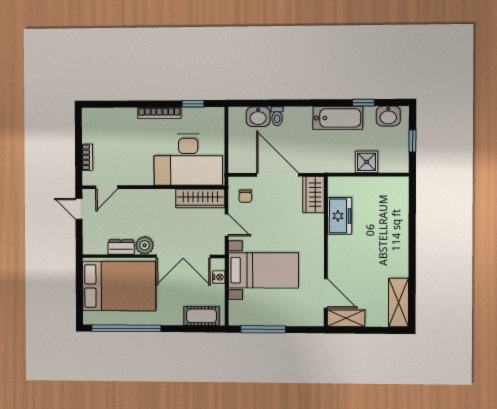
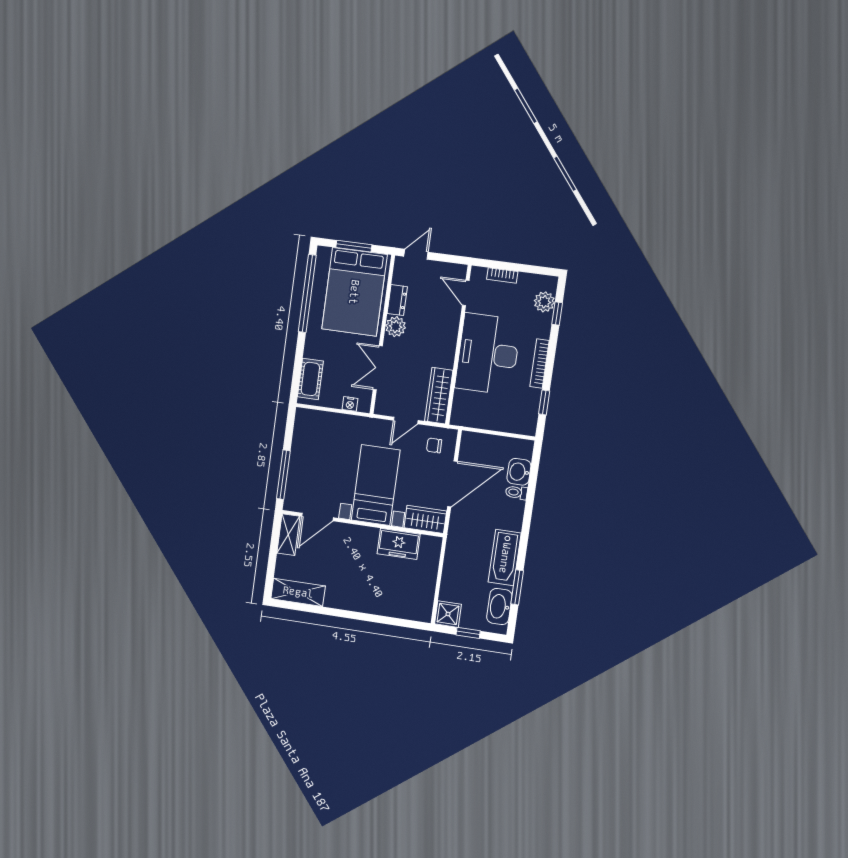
window: (363, 103) -> (517, 587), width x1.50
window: (114, 104) -> (557, 314), added
washbasin: (388, 116) -> (499, 607), width x1.38
plant: (105, 117) -> (544, 302), added
desk: (188, 160) -> (488, 354), moved
shower: (367, 162) -> (448, 614), moved
door: (79, 209) -> (416, 254), moved
double door: (183, 256) -> (378, 368), width x0.73
bed with nightstands: (263, 270) -> (376, 485), moved, turned 180
window: (79, 292) -> (354, 246), added
window: (263, 329) -> (283, 475), moved

